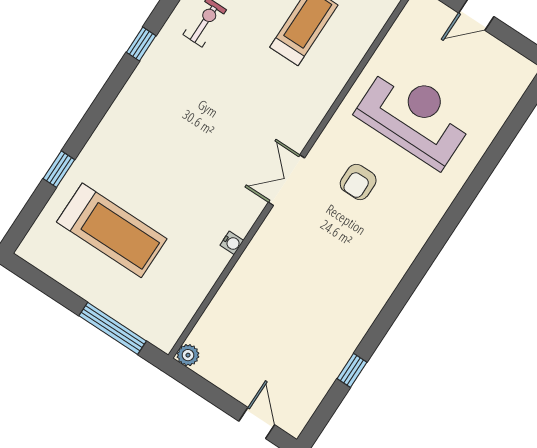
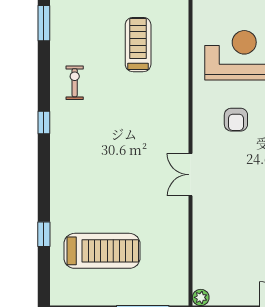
double door: (287, 180) -> (190, 175), moved
water cooler: (232, 243) -> (182, 209), removed

